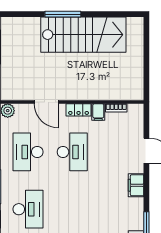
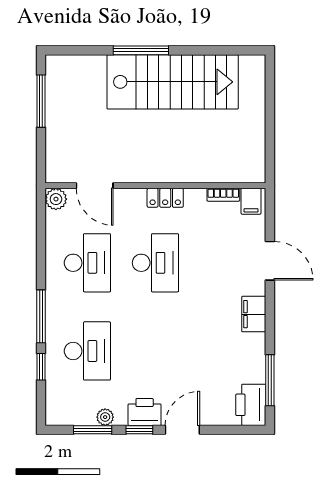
door: (46, 102) -> (95, 186), moved
filing cabinet: (98, 112) -> (251, 201), moved
desk: (28, 152) -> (87, 263), turned 180

